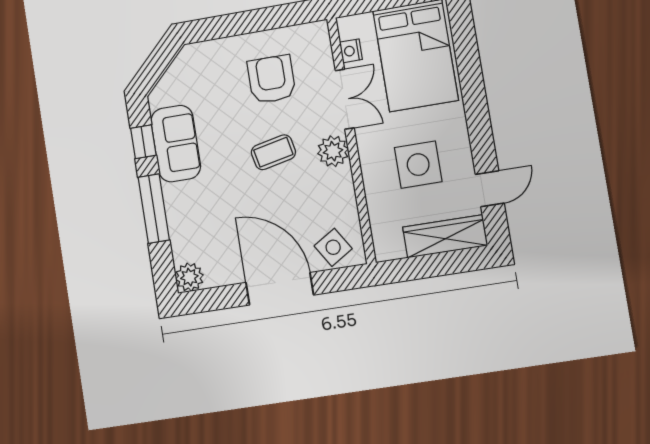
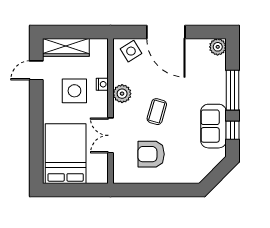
nightstand: (351, 51) -> (102, 84), moved
armchair: (271, 79) -> (151, 154), turned 90
plant: (333, 151) -> (122, 94), moved
coffee table: (273, 152) -> (157, 112), turned -62

